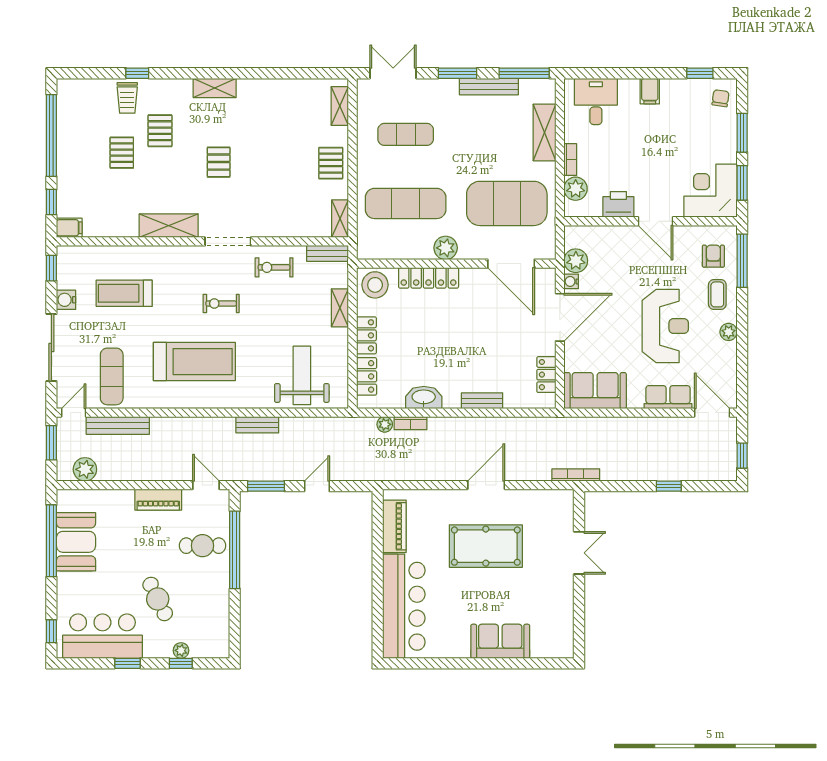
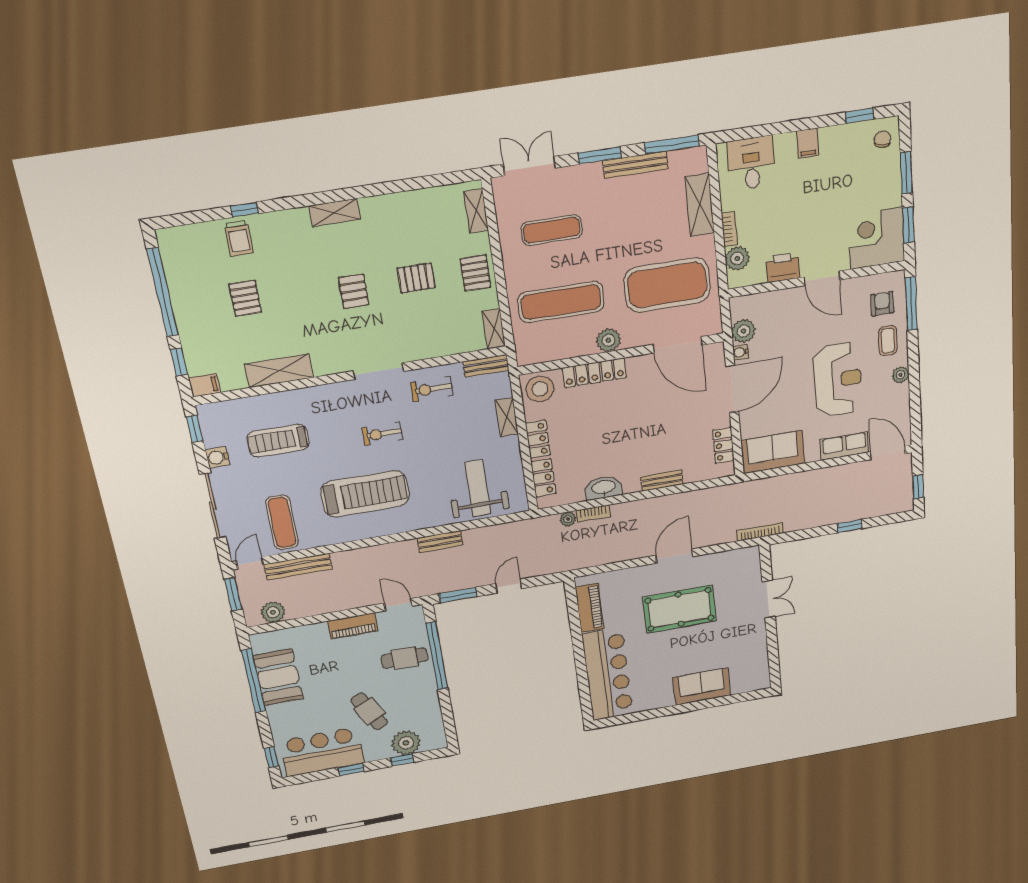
pallet: (160, 131) -> (416, 278), moved, turned 90
shelving: (169, 226) -> (279, 371), moved
plant: (181, 650) -> (406, 743), width x1.88, depth x1.88

